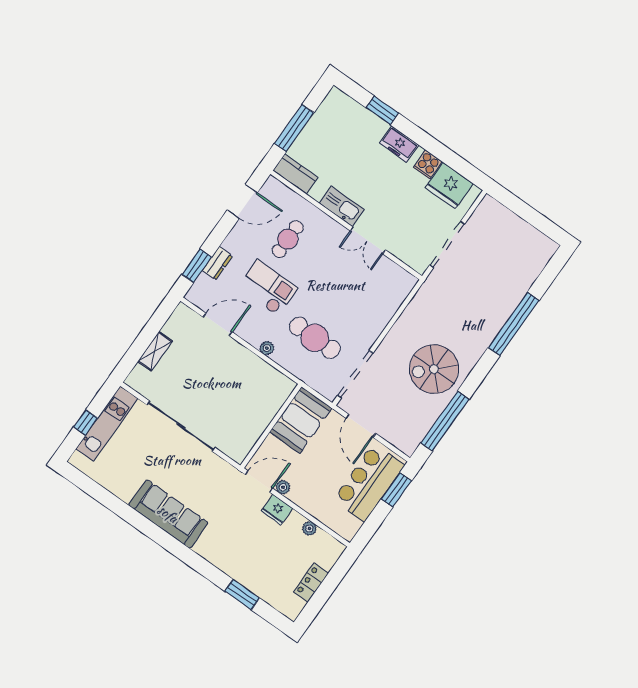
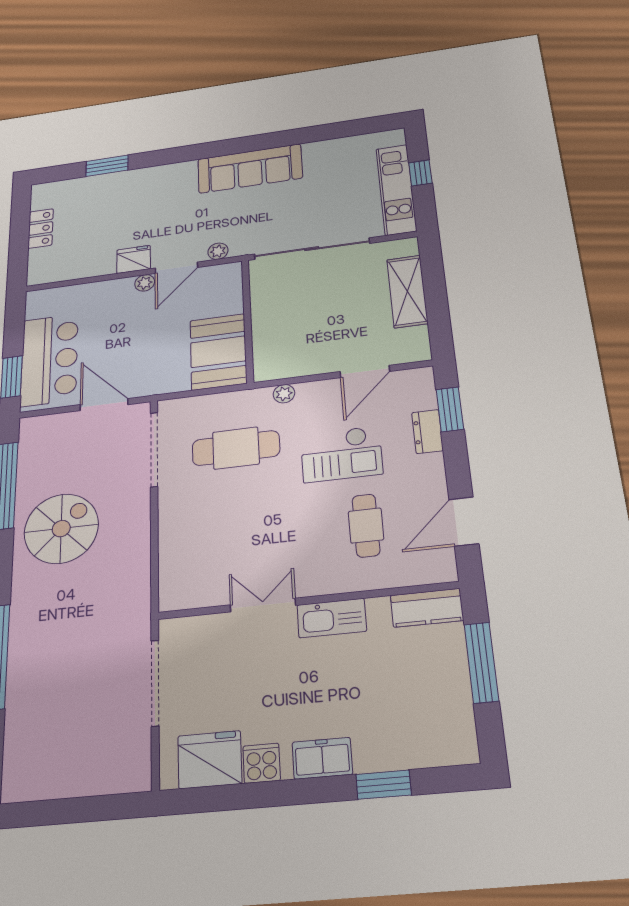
shelving: (155, 351) -> (407, 291), width x1.50, depth x1.33
booth: (301, 420) -> (218, 352), moved
wall: (271, 426) -> (248, 320), moved
plant: (309, 528) -> (218, 251), moved

